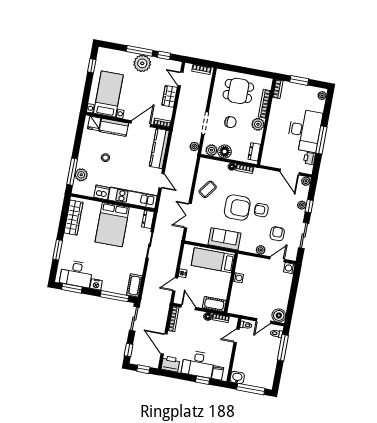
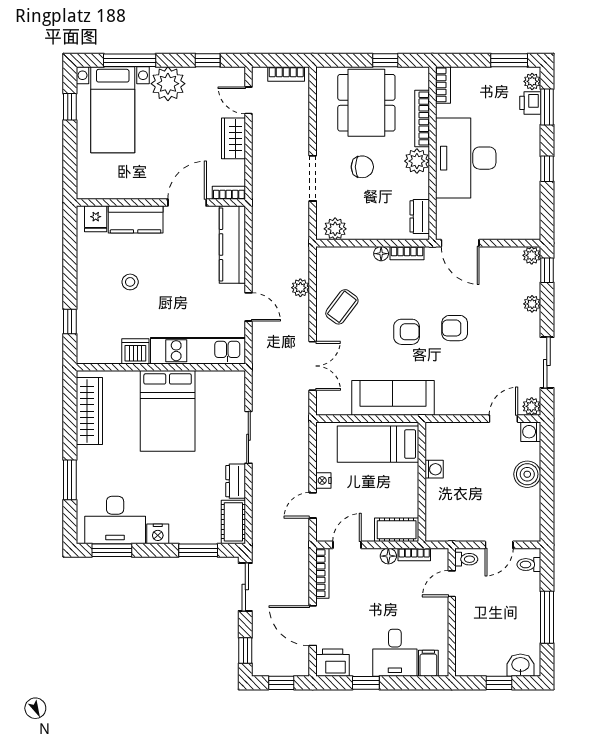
window: (140, 51) -> (130, 60), moved
window: (252, 72) -> (385, 60), added
window: (299, 80) -> (509, 60), moved
dining table: (238, 91) -> (366, 103), width x1.38
bed with nightstands: (108, 94) -> (113, 110), moved, turned 180
window: (327, 109) -> (547, 107), added
desk: (305, 130) -> (466, 158), moved, turned 180
window: (321, 140) -> (547, 169), width x0.46
plant: (194, 146) -> (300, 288), moved
floor lamp: (225, 152) -> (361, 227), removed
printer: (309, 158) -> (530, 103), moved
window: (72, 172) -> (70, 321), width x0.46
door: (290, 172) -> (460, 243), moved
plant: (81, 175) -> (89, 324), removed
window: (309, 206) -> (547, 270), moved
armchair: (237, 208) -> (407, 332), width x0.53, depth x0.53
double door: (188, 216) -> (313, 366), swing flipped
dresser: (148, 219) -> (236, 481), moved
armchair: (277, 234) -> (494, 369), removed
sofa: (224, 239) -> (393, 398), width x1.36
plant: (261, 250) -> (532, 406), moved
window: (114, 296) -> (198, 550), width x0.69
door: (188, 307) -> (347, 545), hinge flipped
boiler: (279, 315) -> (527, 474), moved
window: (283, 348) -> (547, 617), moved
desk: (198, 364) -> (395, 653), width x0.73
washbasin: (237, 378) -> (520, 665), moved
window: (203, 380) -> (366, 683), moved
window: (251, 389) -> (499, 683), width x0.46

